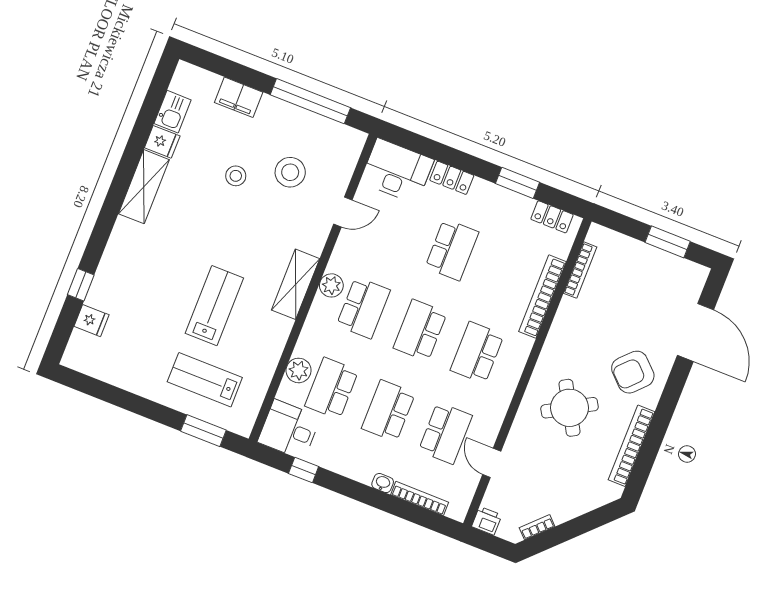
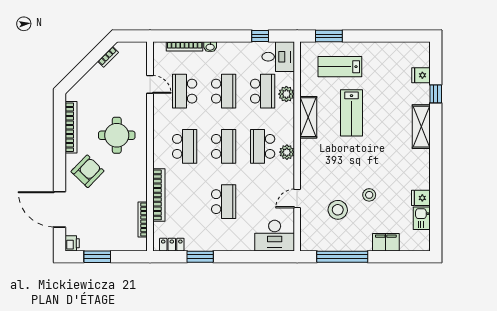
locker: (452, 178) -> (240, 244), removed
shelving: (144, 187) -> (421, 127), moved
school desk: (452, 250) -> (224, 202), turned 180
shelving: (296, 284) -> (308, 117), moved
lab bench: (205, 380) -> (340, 67), turned 180
round table: (569, 408) -> (117, 135), turned 30
printer: (487, 521) -> (72, 243), moved, turned -90

